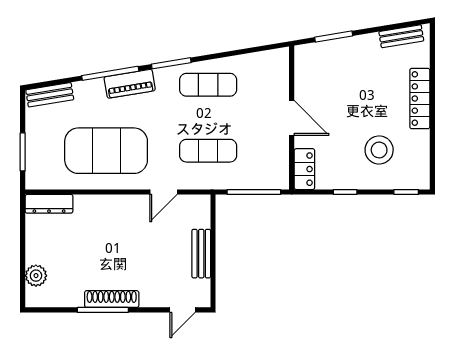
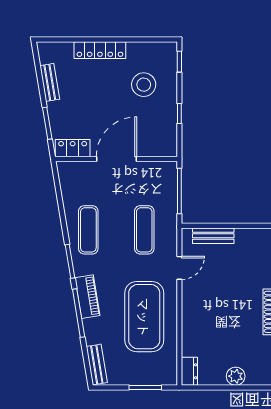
bench: (401, 36) -> (50, 82), moved
door: (292, 118) -> (116, 159), width x1.36
locker: (304, 169) -> (73, 148), moved
door: (163, 192) -> (179, 268), hinge flipped
dresser: (49, 204) -> (189, 371), width x0.70
bench: (201, 254) -> (213, 236), moved
plant: (36, 276) -> (236, 376), moved

